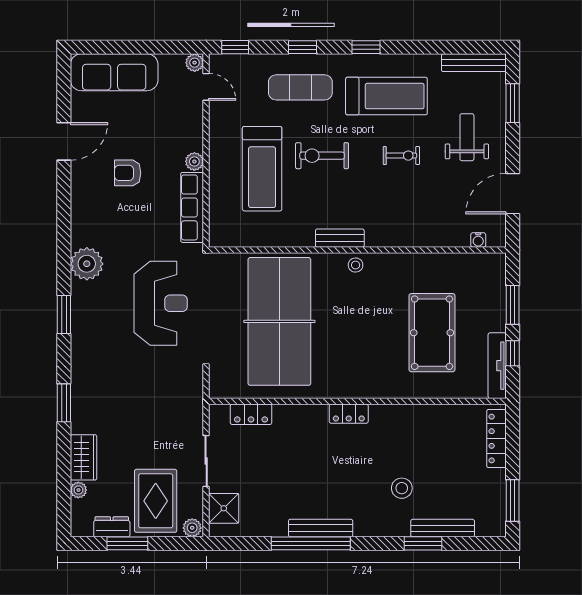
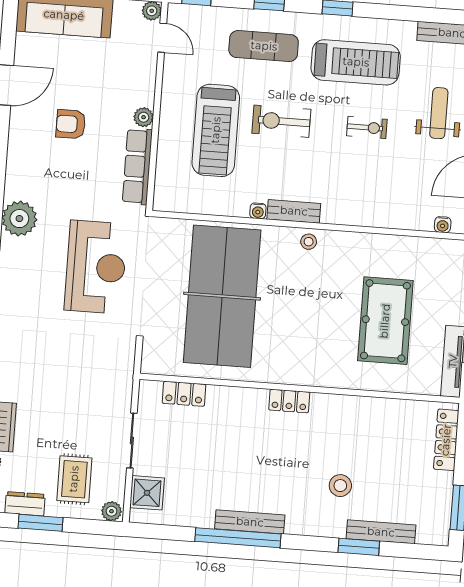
water cooler: (307, 240) -> (258, 211), added
rug: (156, 501) -> (74, 479), width x0.73, depth x0.70

